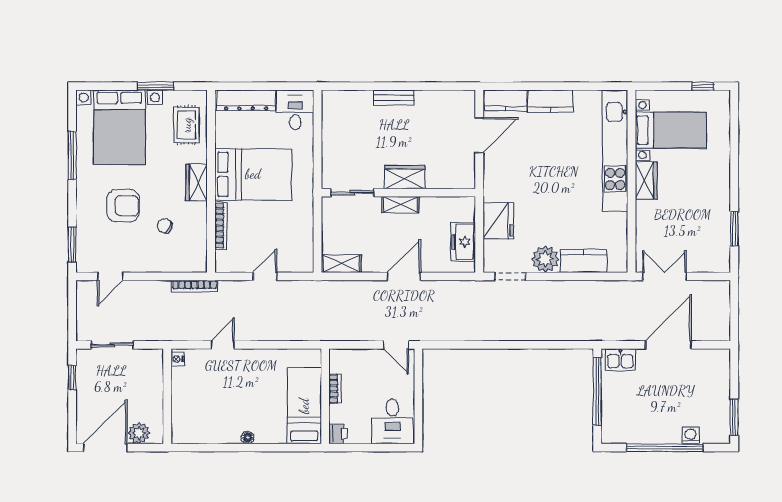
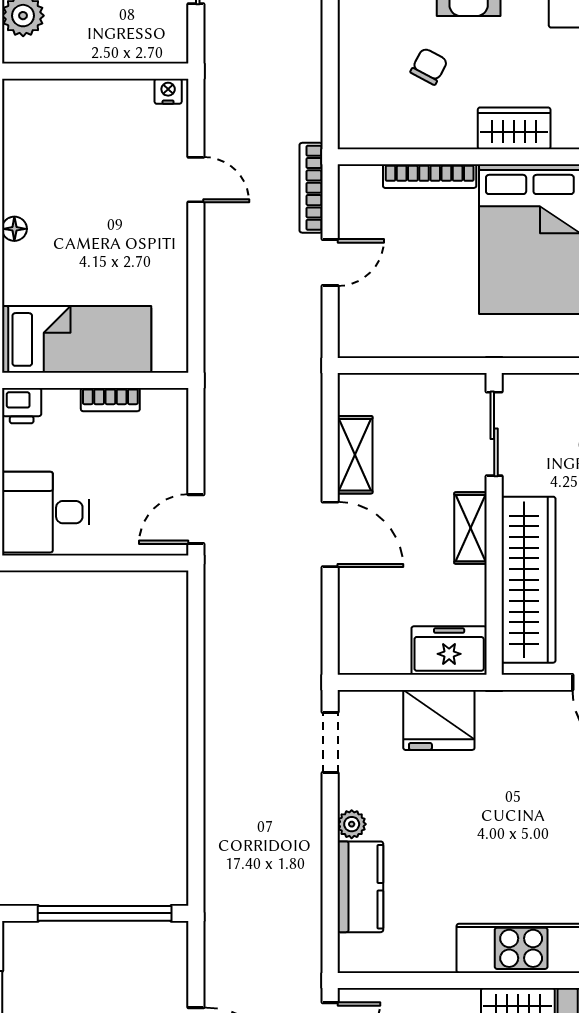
wardrobe: (405, 177) -> (528, 580), width x2.10, depth x1.17
freezer: (463, 242) -> (449, 651), moved
plant: (545, 259) -> (352, 824), width x0.53, depth x0.53
shelving: (341, 264) -> (355, 455), moved
door: (265, 276) -> (330, 263), hinge flipped
bookcase: (194, 286) -> (311, 188), moved
kitchen sink: (620, 360) -> (167, 959), removed

